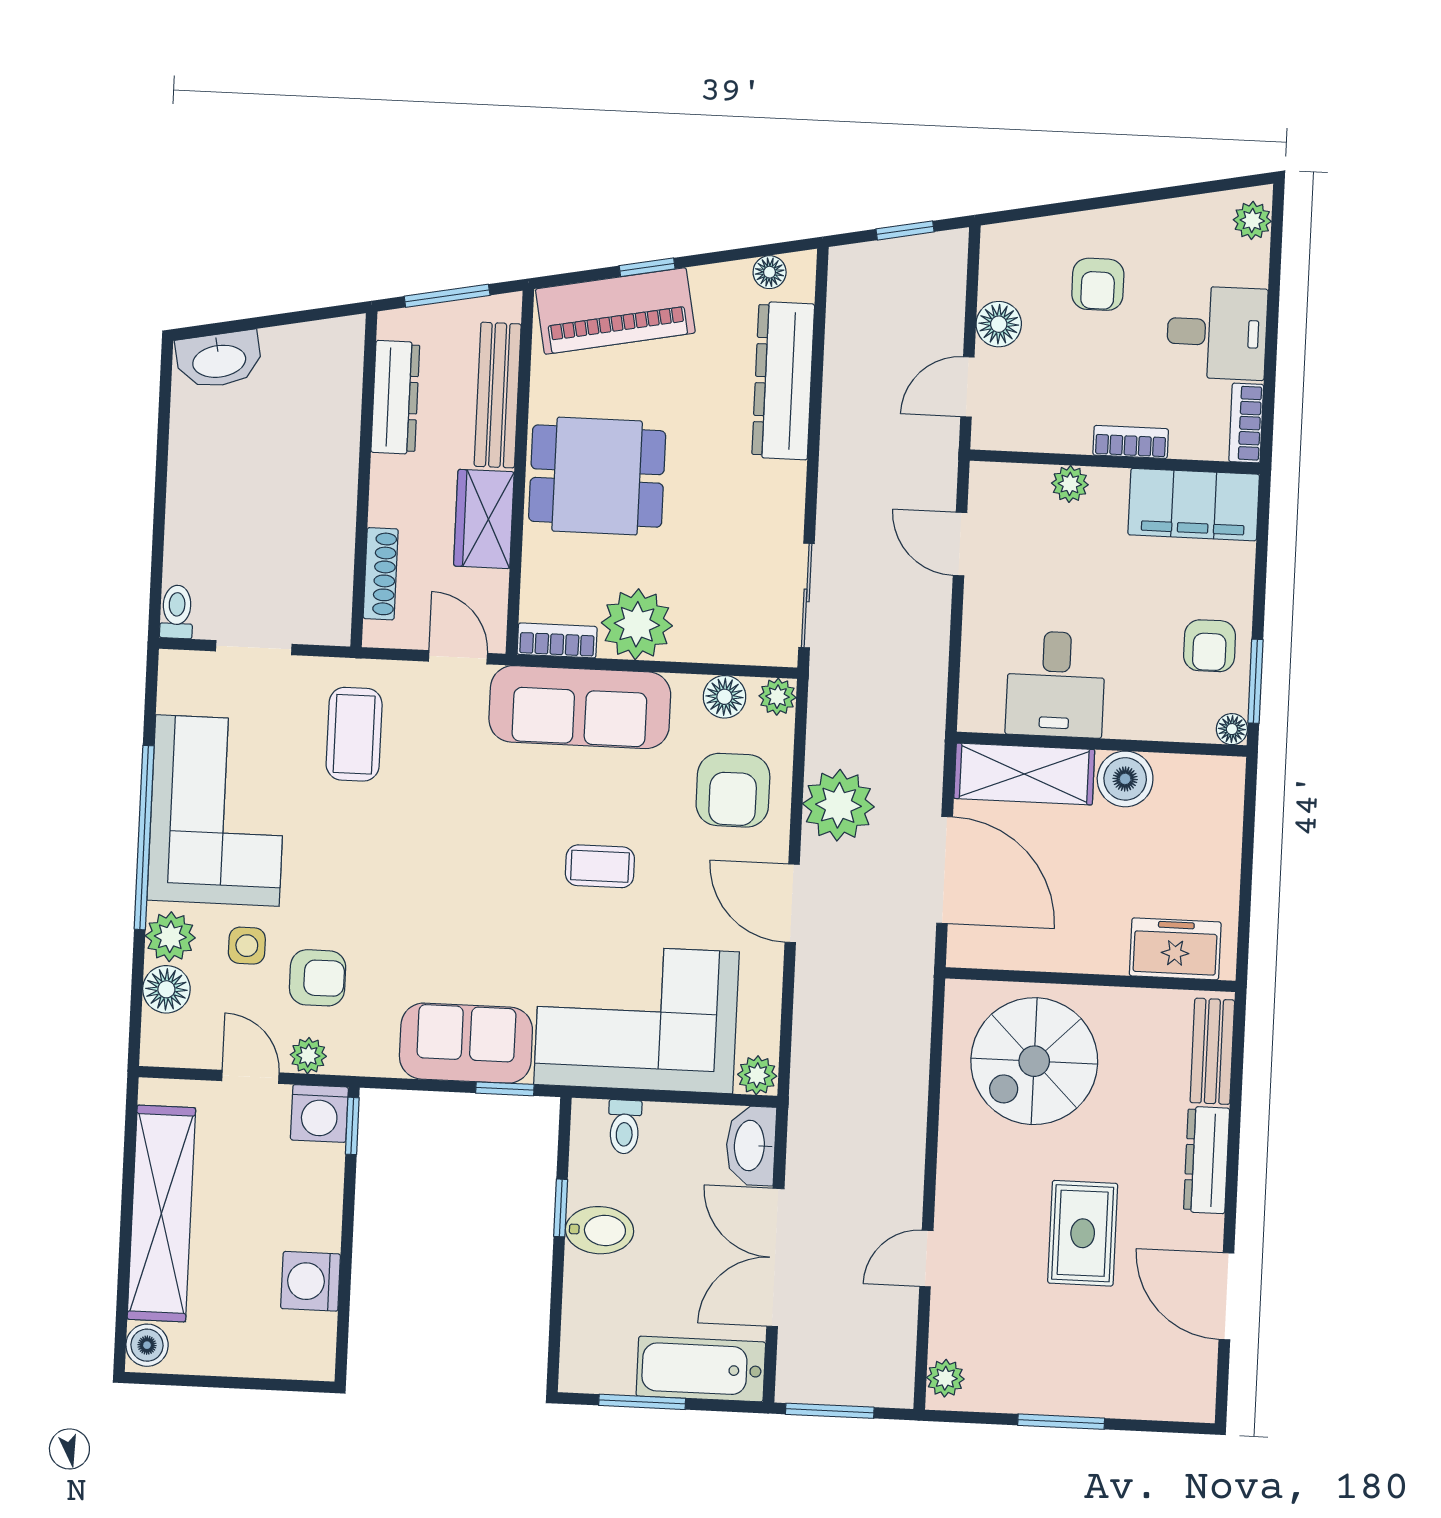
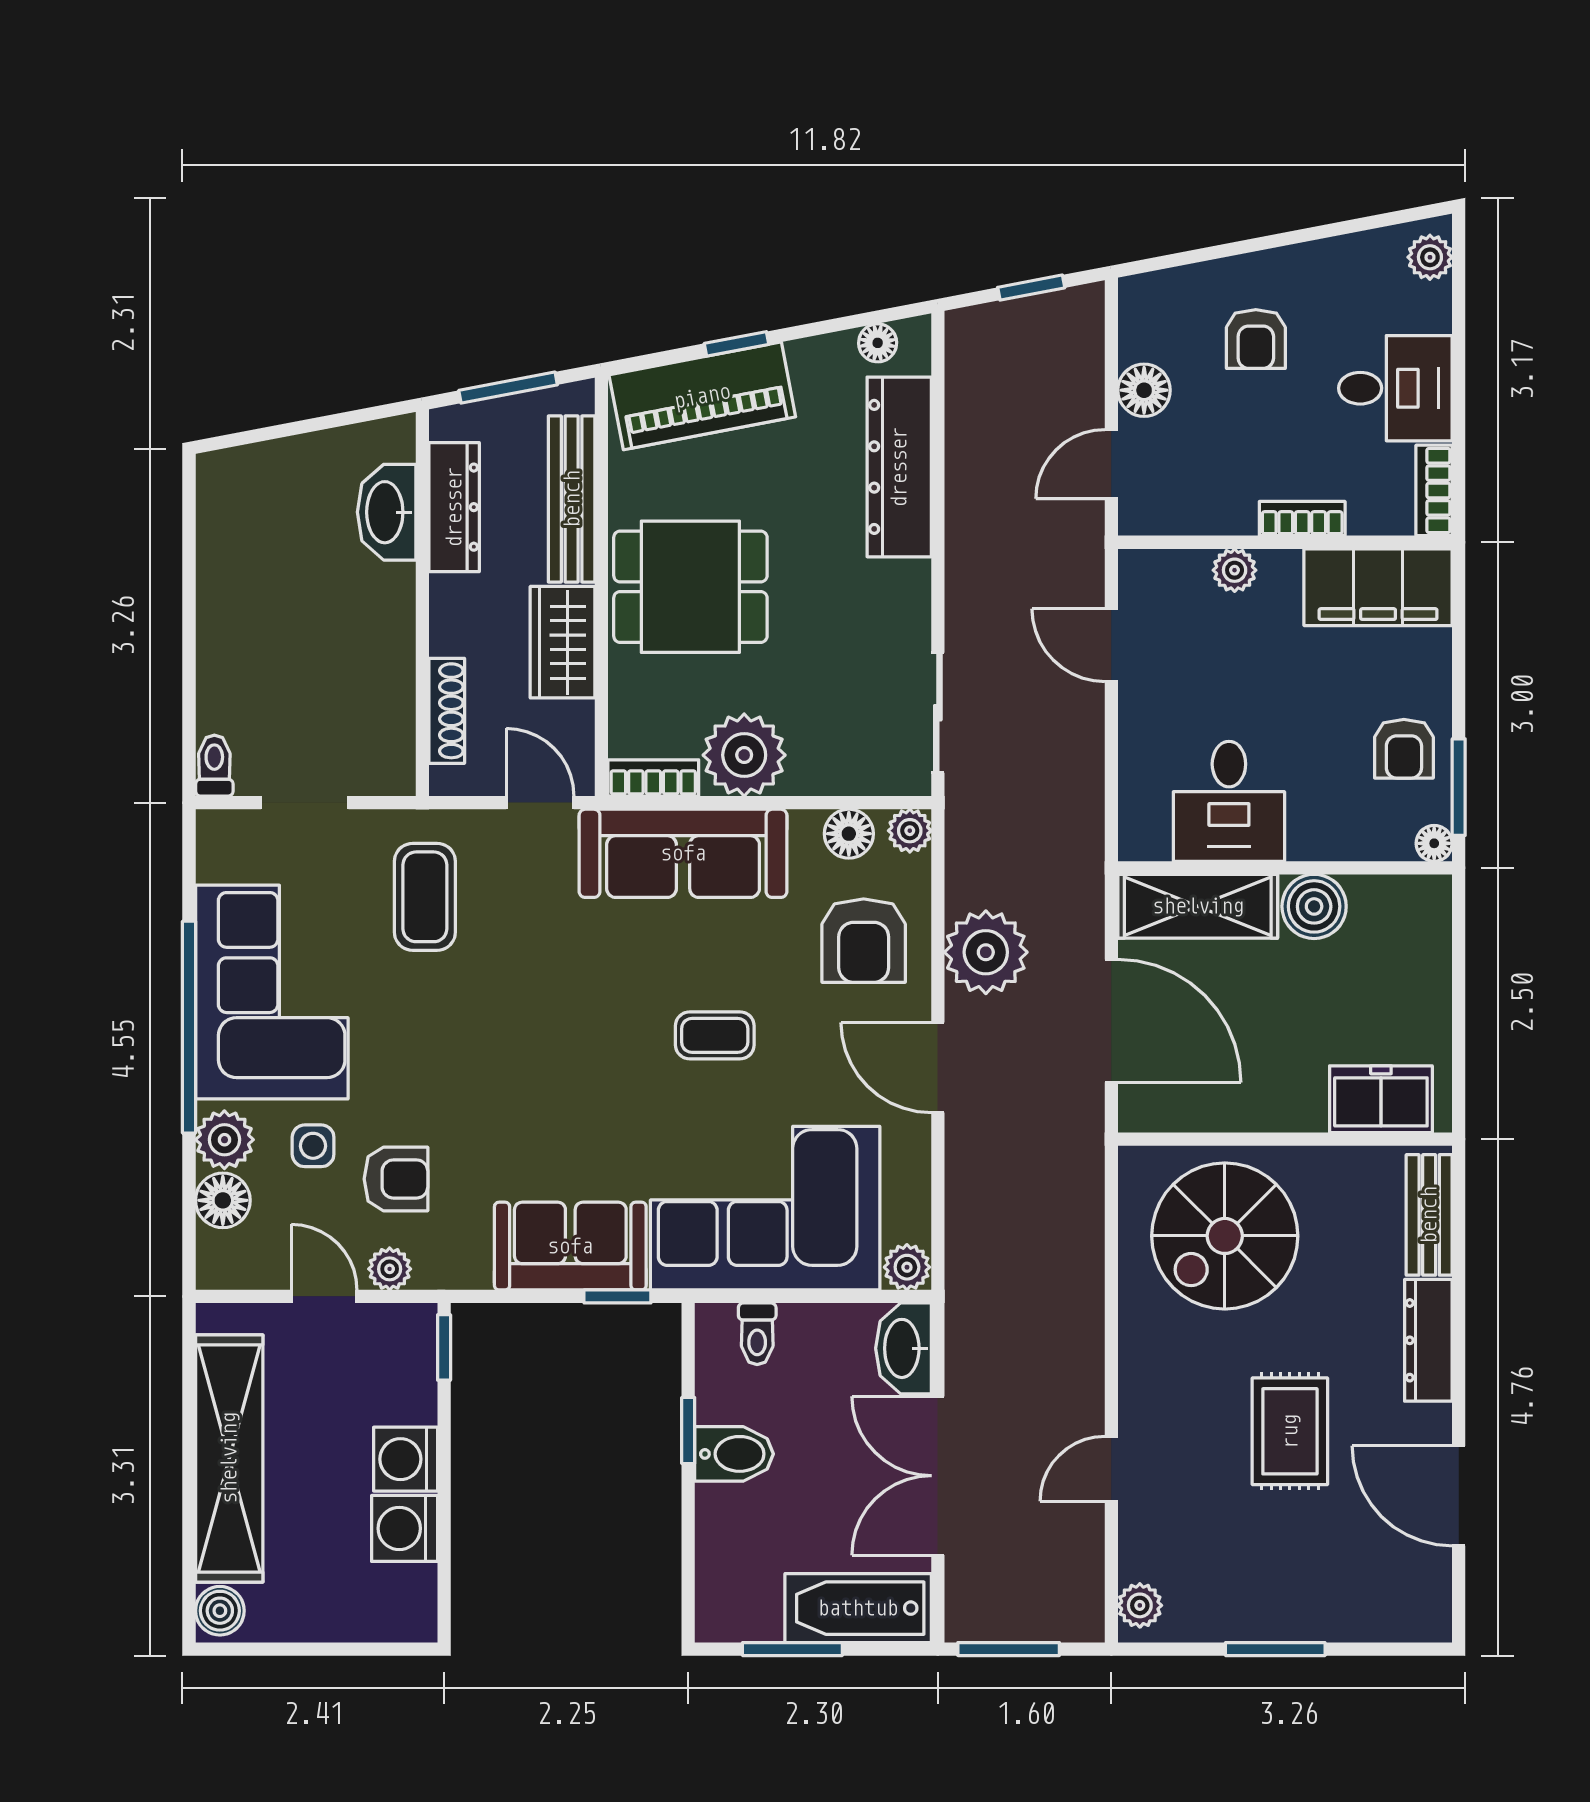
washbasin: (219, 360) -> (387, 512), moved, turned 101
washing machine: (319, 1113) -> (406, 1459), moved, turned 90

